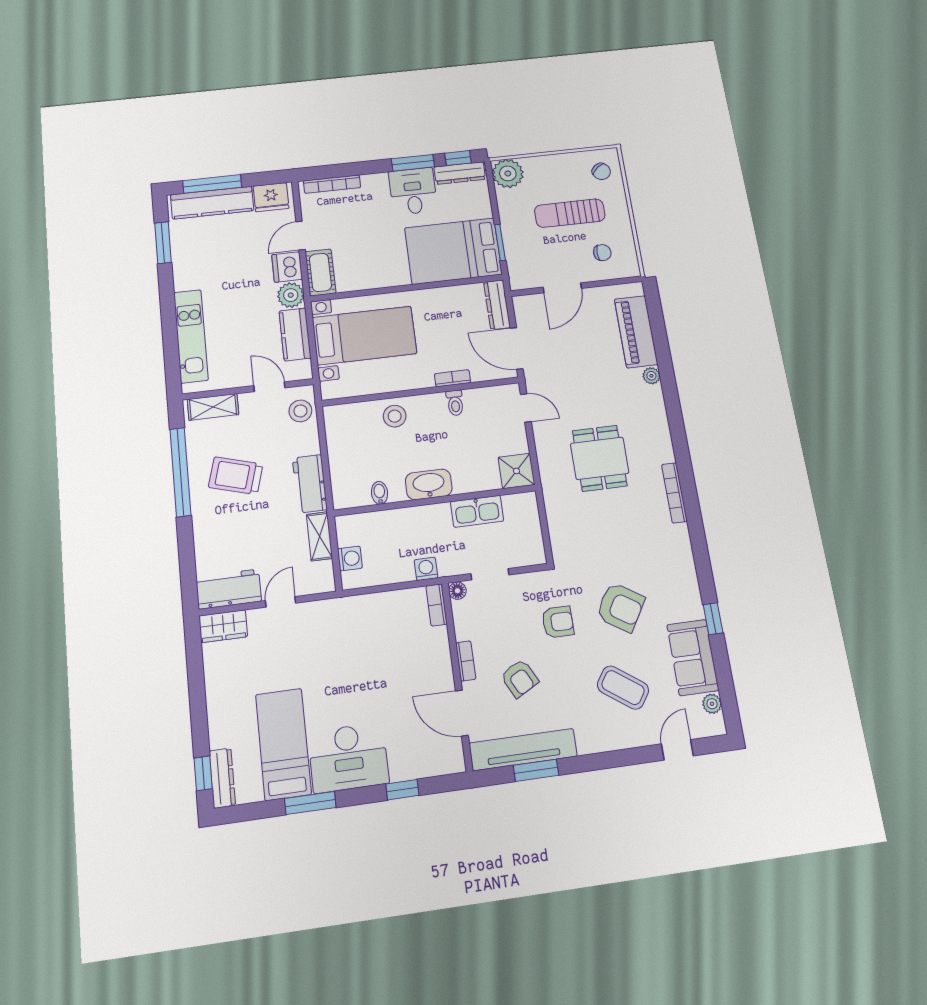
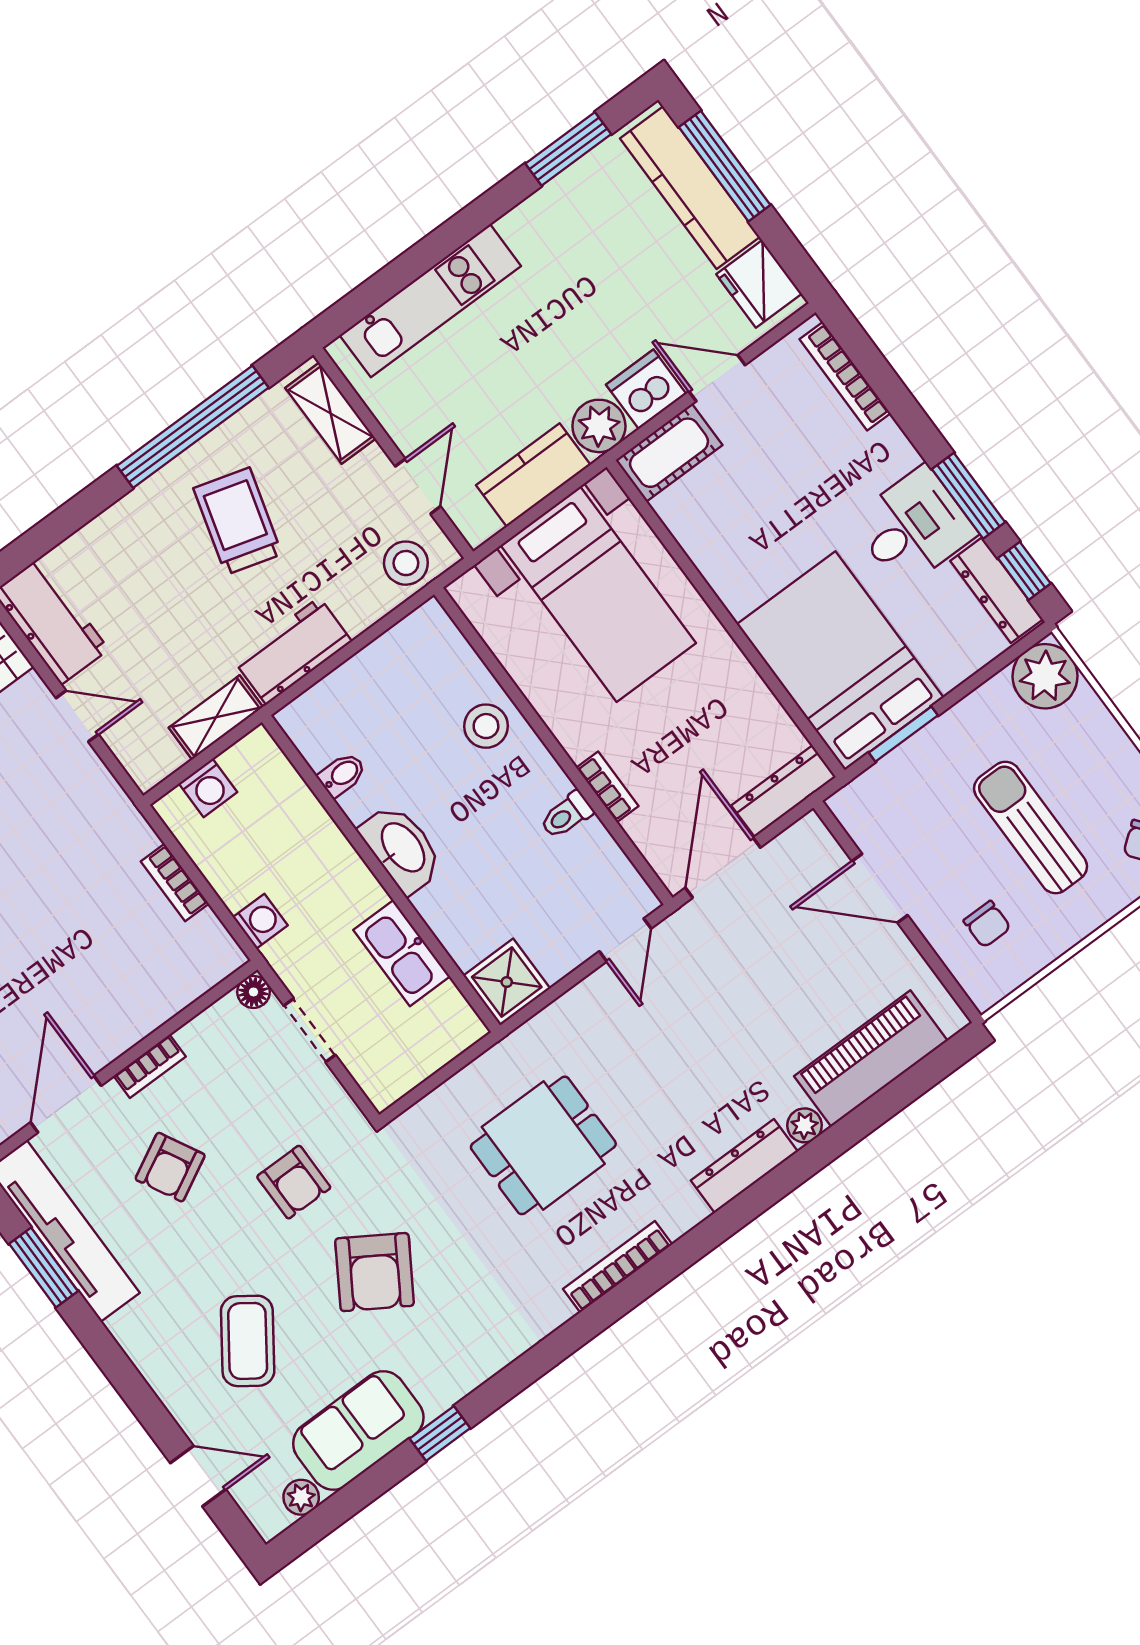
dresser: (656, 412) -> (744, 1166), added
dining table: (600, 458) -> (543, 1145), moved
bookcase: (437, 605) -> (175, 882), moved, turned -90

